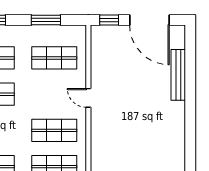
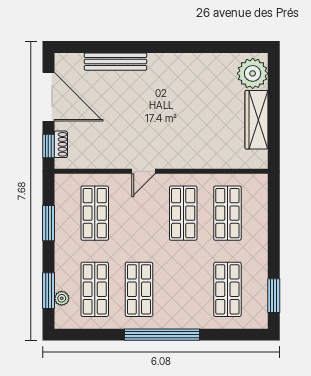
door: (149, 20) -> (48, 97), hinge flipped
shoe rack: (110, 30) -> (61, 144), added

